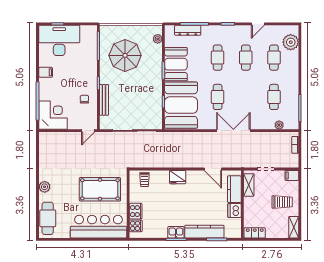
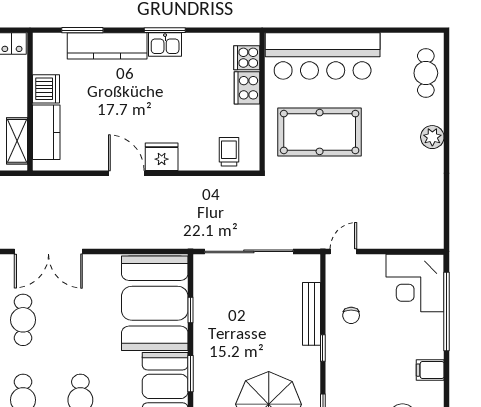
cafe table: (218, 97) -> (23, 320), moved
door: (213, 169) -> (126, 173), moved
cafe table: (48, 218) -> (426, 73), width x0.73, depth x0.74

